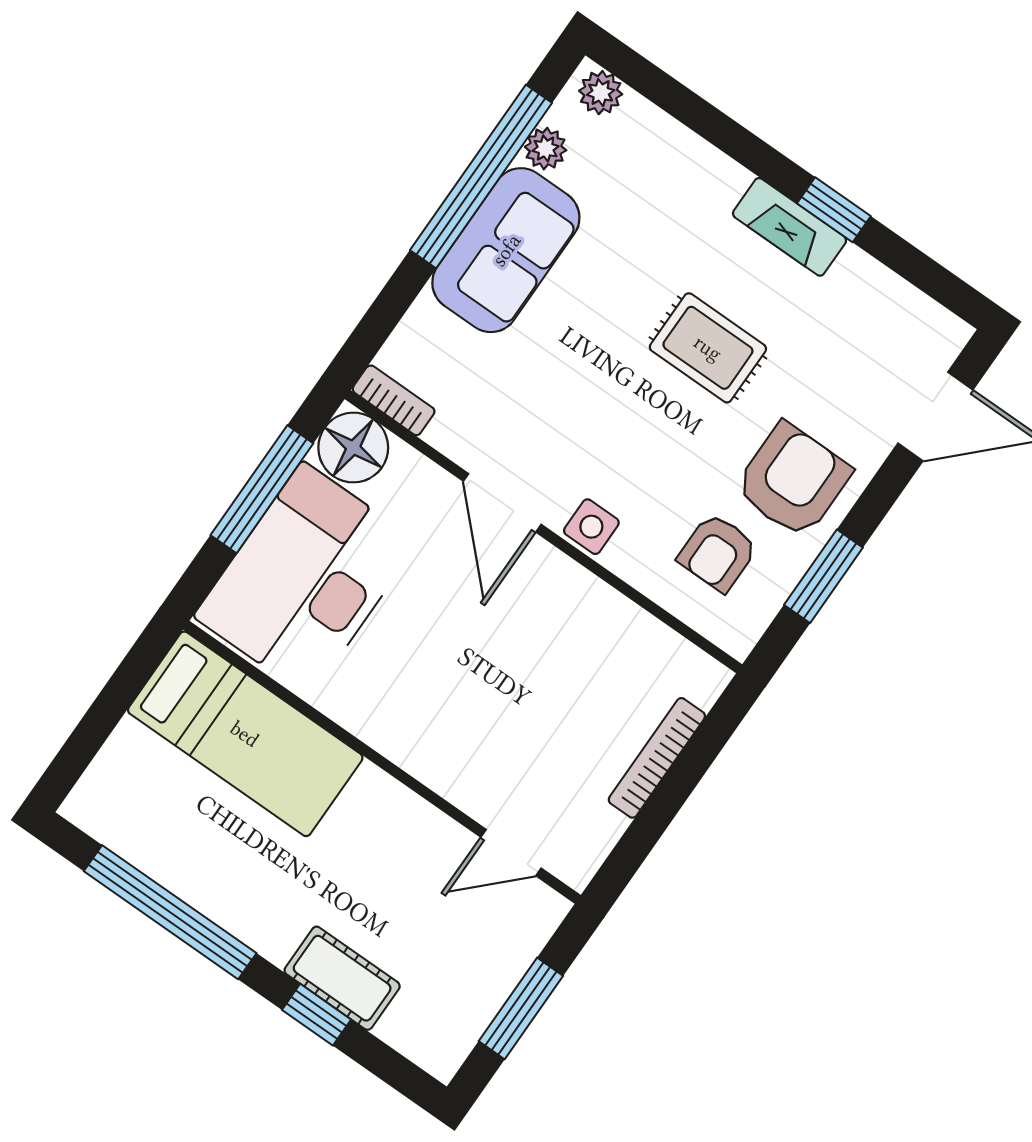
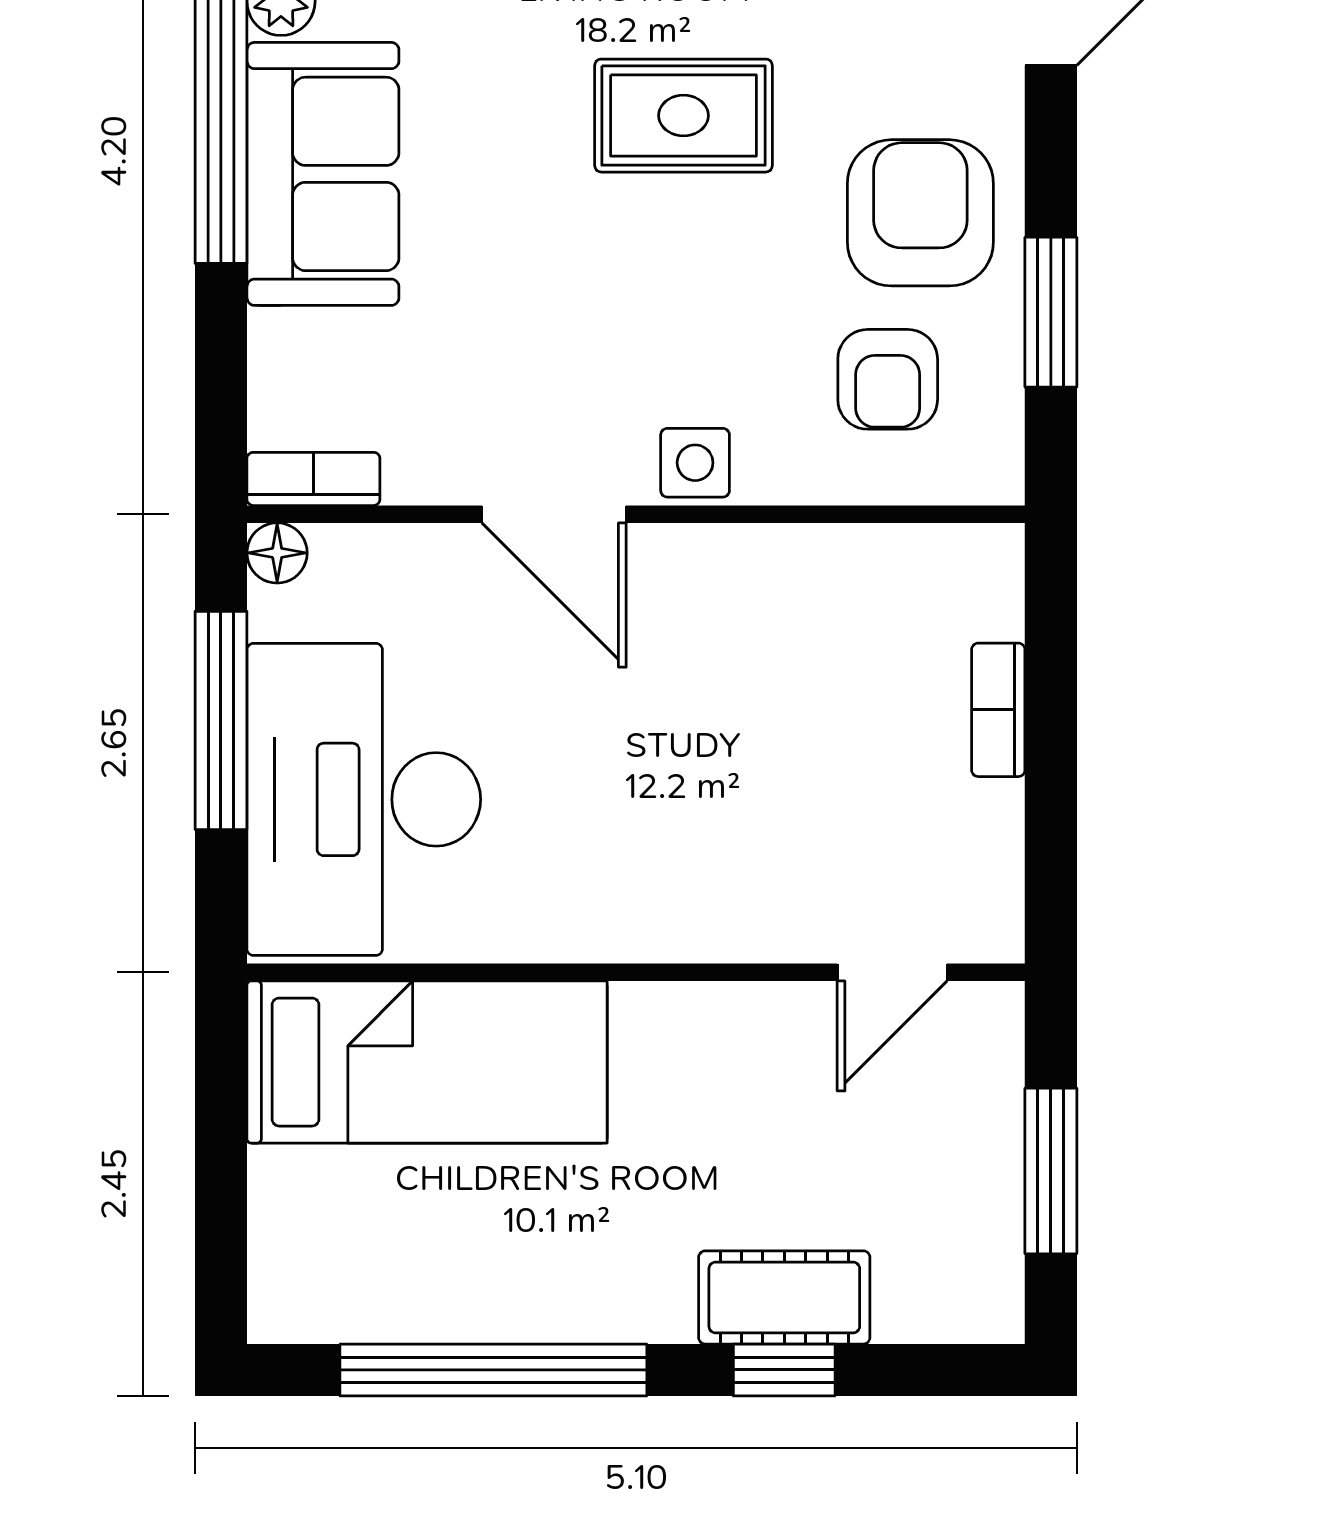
floor lamp: (353, 448) -> (277, 553), width x0.53, depth x0.53
bookcase: (657, 758) -> (998, 710), width x0.64

